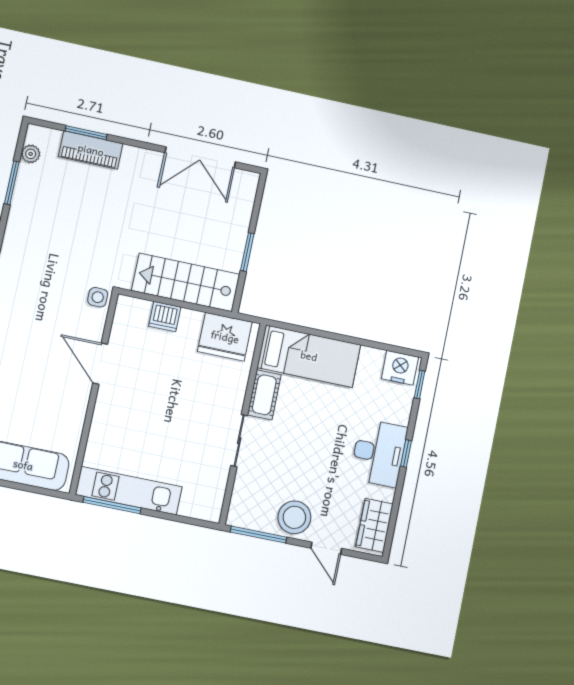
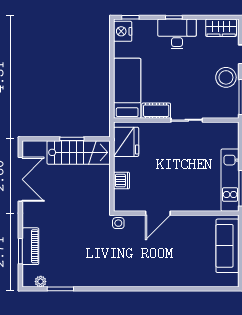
stairs: (186, 282) -> (79, 152), moved, turned -90

